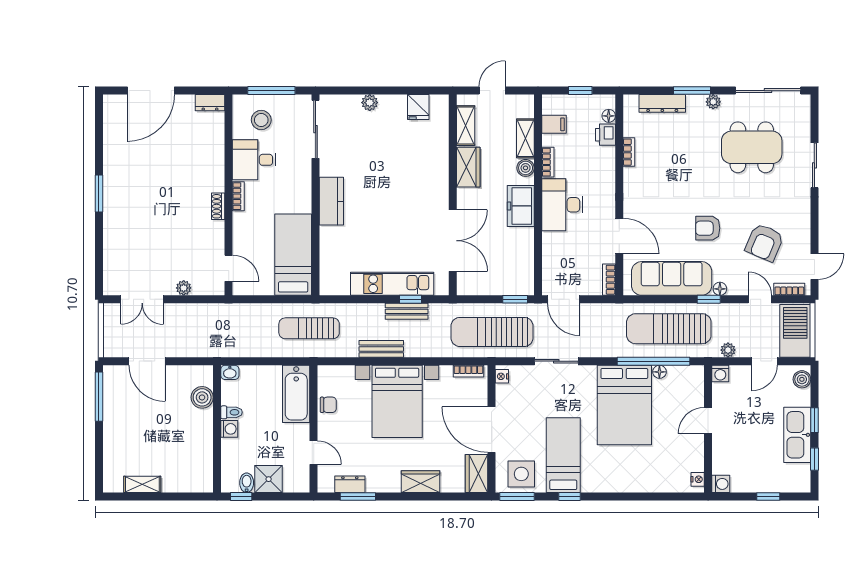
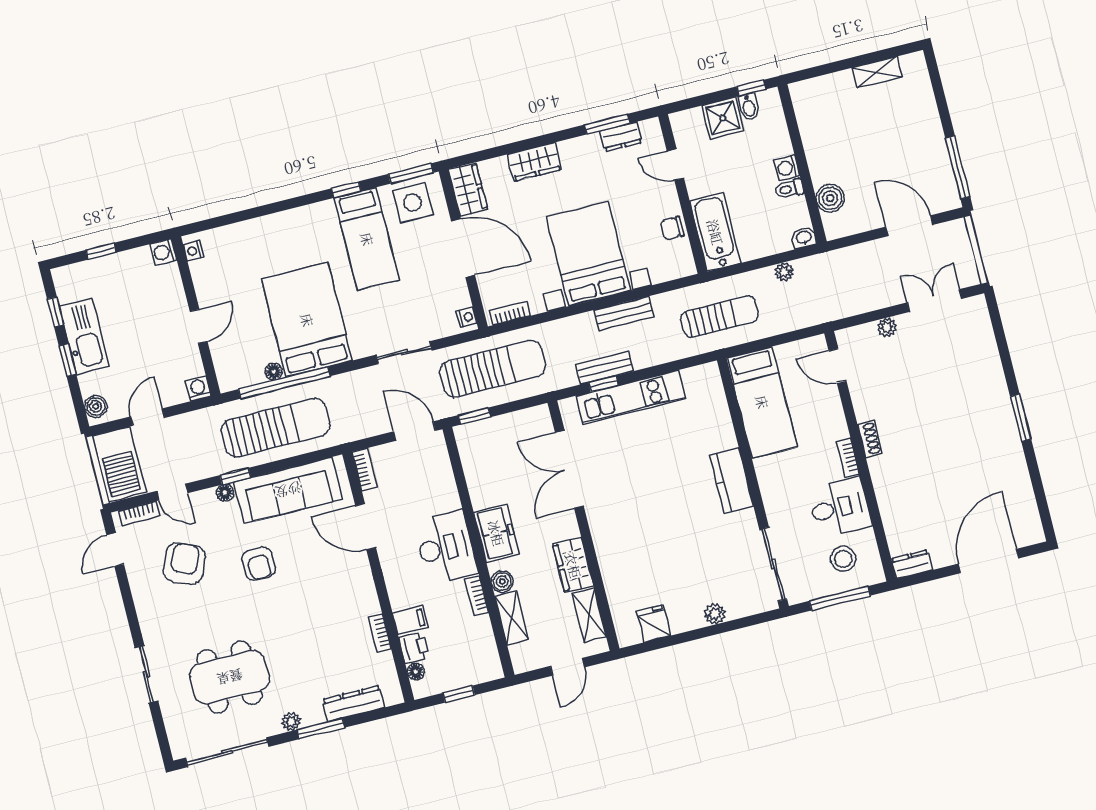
filing cabinet: (554, 124) -> (410, 620), moved, turned 180
armchair: (708, 228) -> (259, 564), turned 90
plant: (728, 350) -> (784, 272), moved

